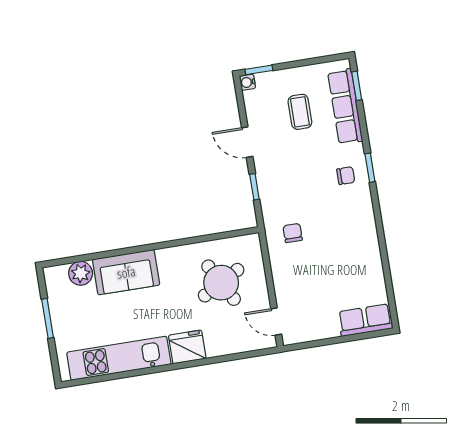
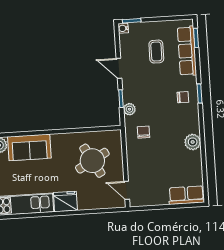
plant: (269, 201) -> (129, 109), added
plant: (367, 240) -> (193, 142), added

